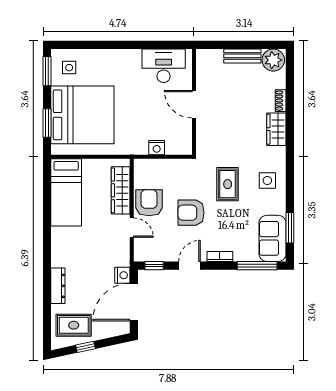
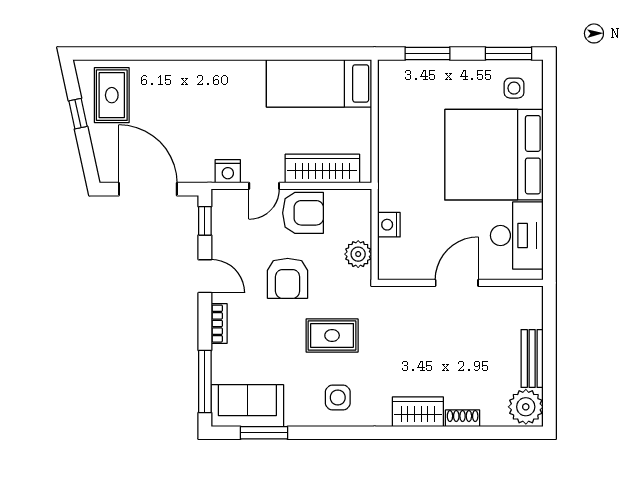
bed: (82, 115) -> (494, 155), moved, turned 90
plant: (175, 167) -> (358, 254), added
armchair: (191, 213) -> (288, 278), turned 180
nightstand: (122, 275) -> (228, 171), moved
dresser: (58, 286) -> (173, 71), removed

